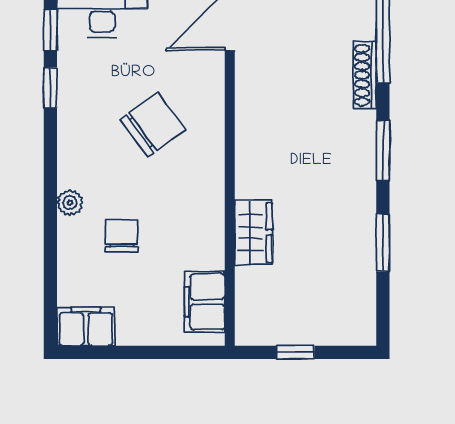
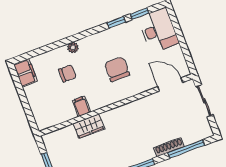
chair: (153, 124) -> (117, 69), turned -144
filing cabinet: (205, 302) -> (81, 106), moved, width x0.50

